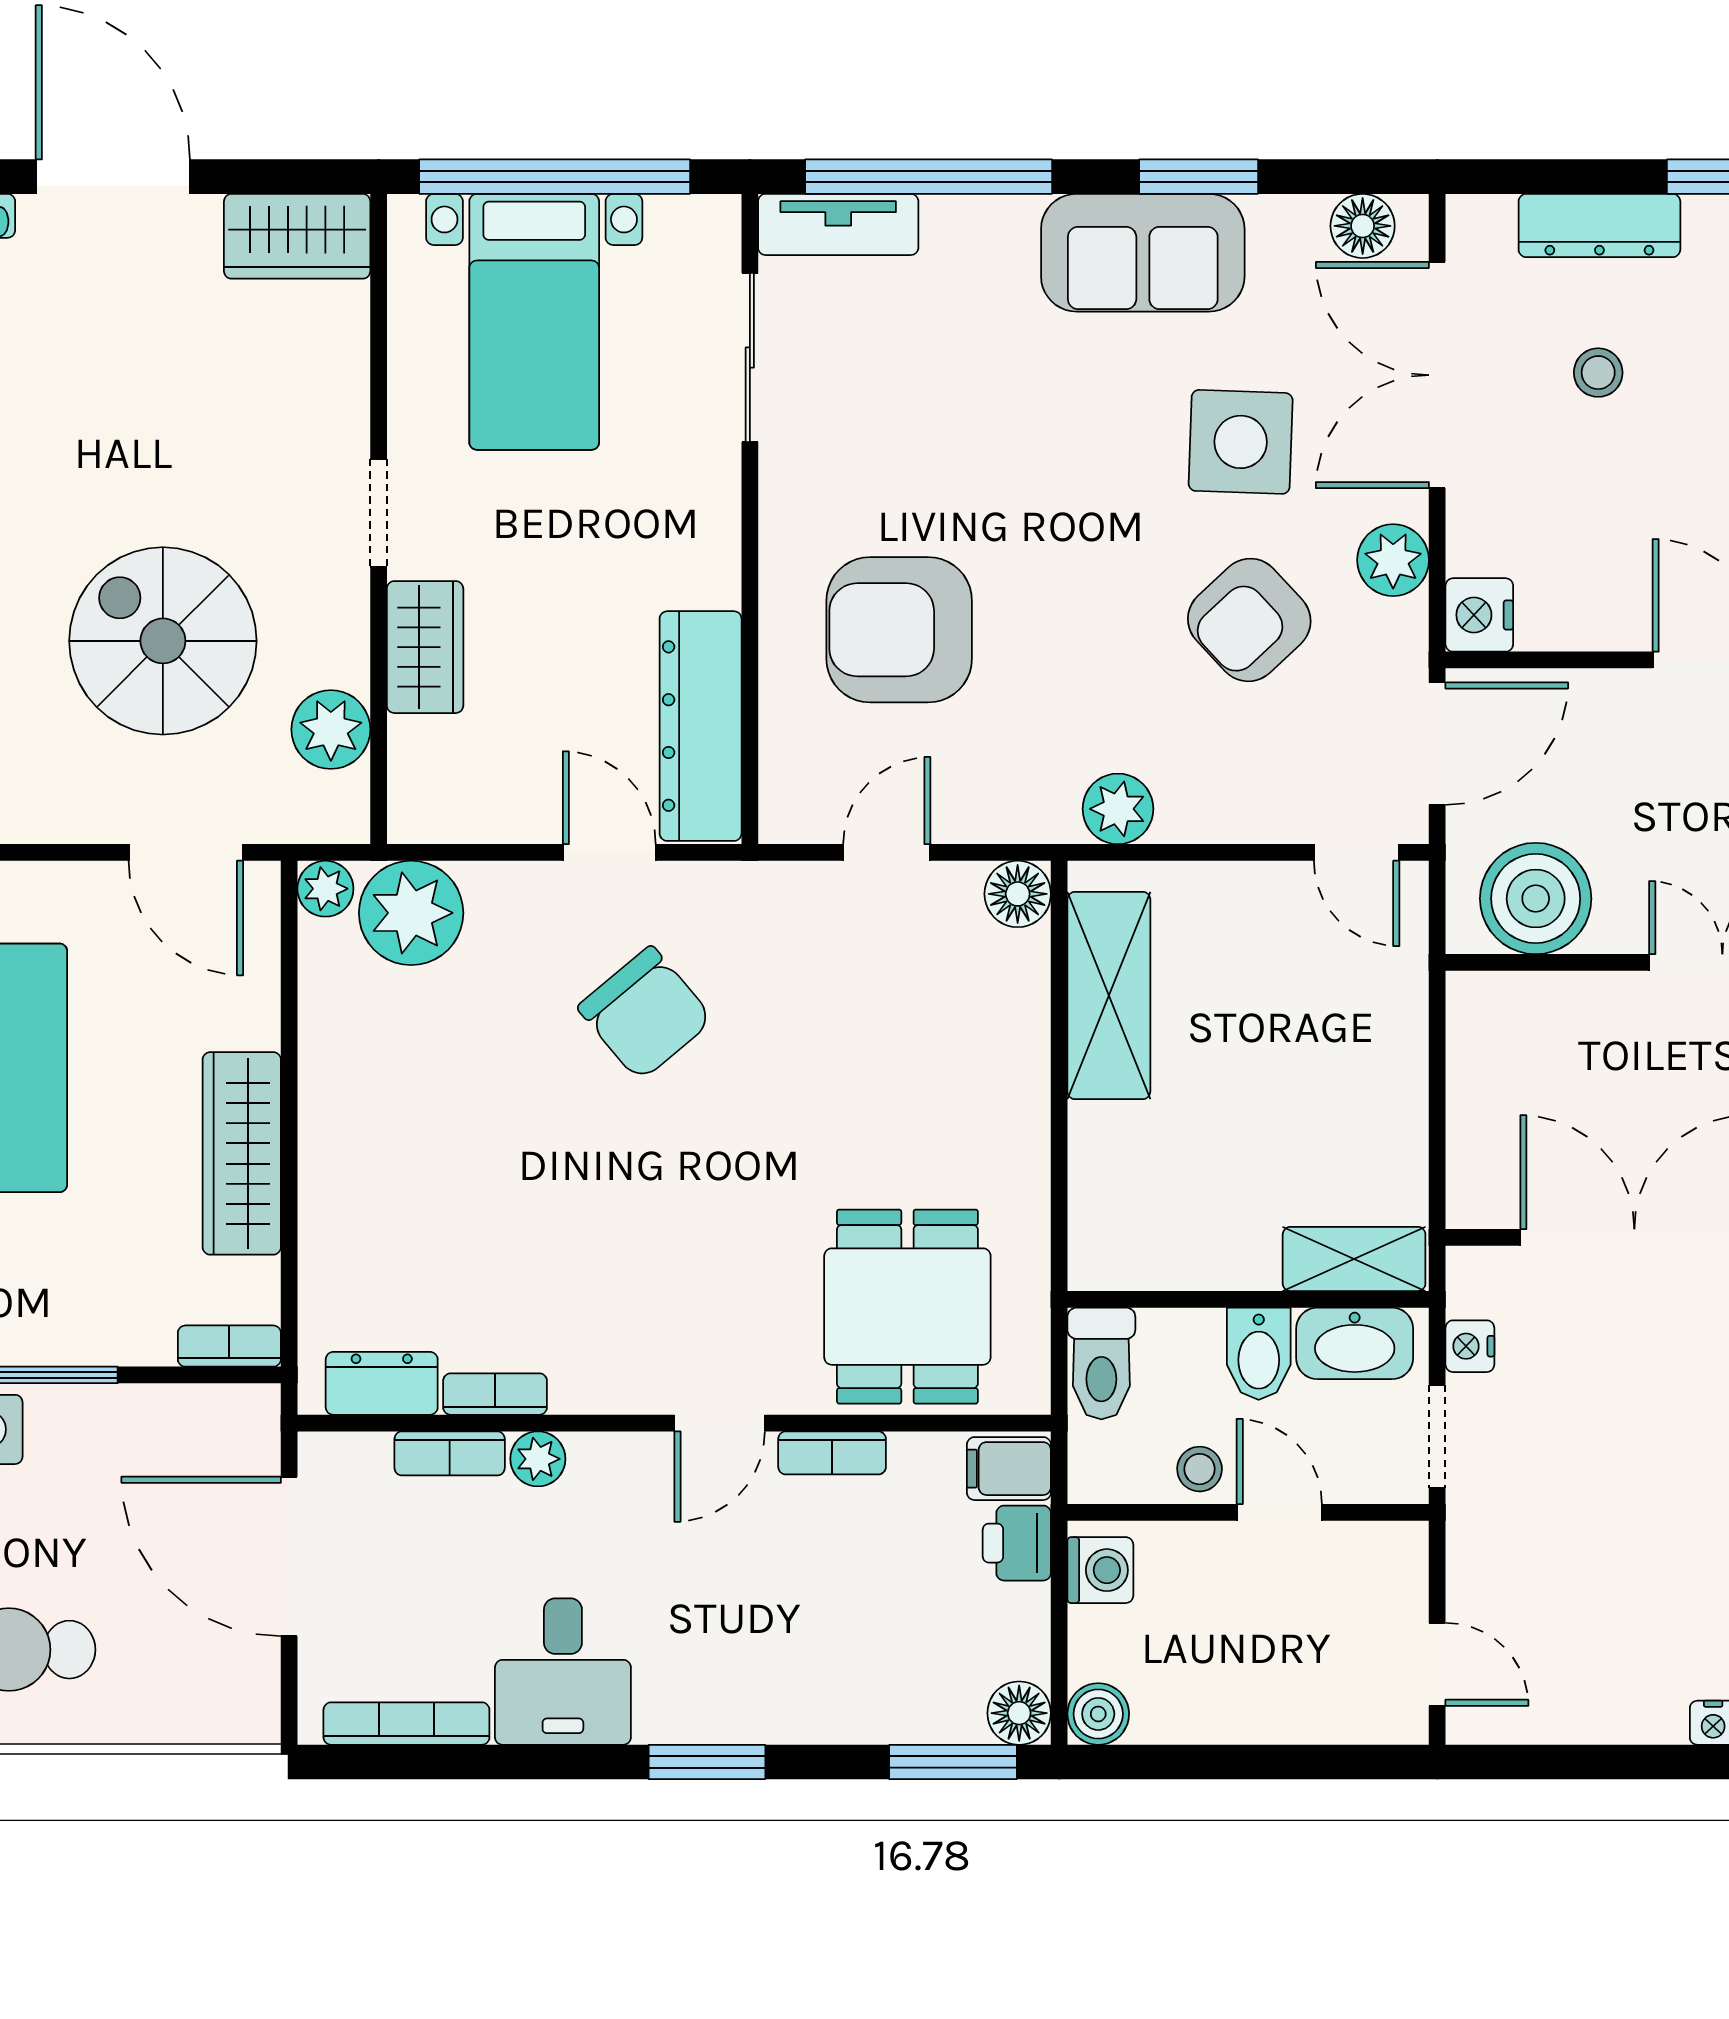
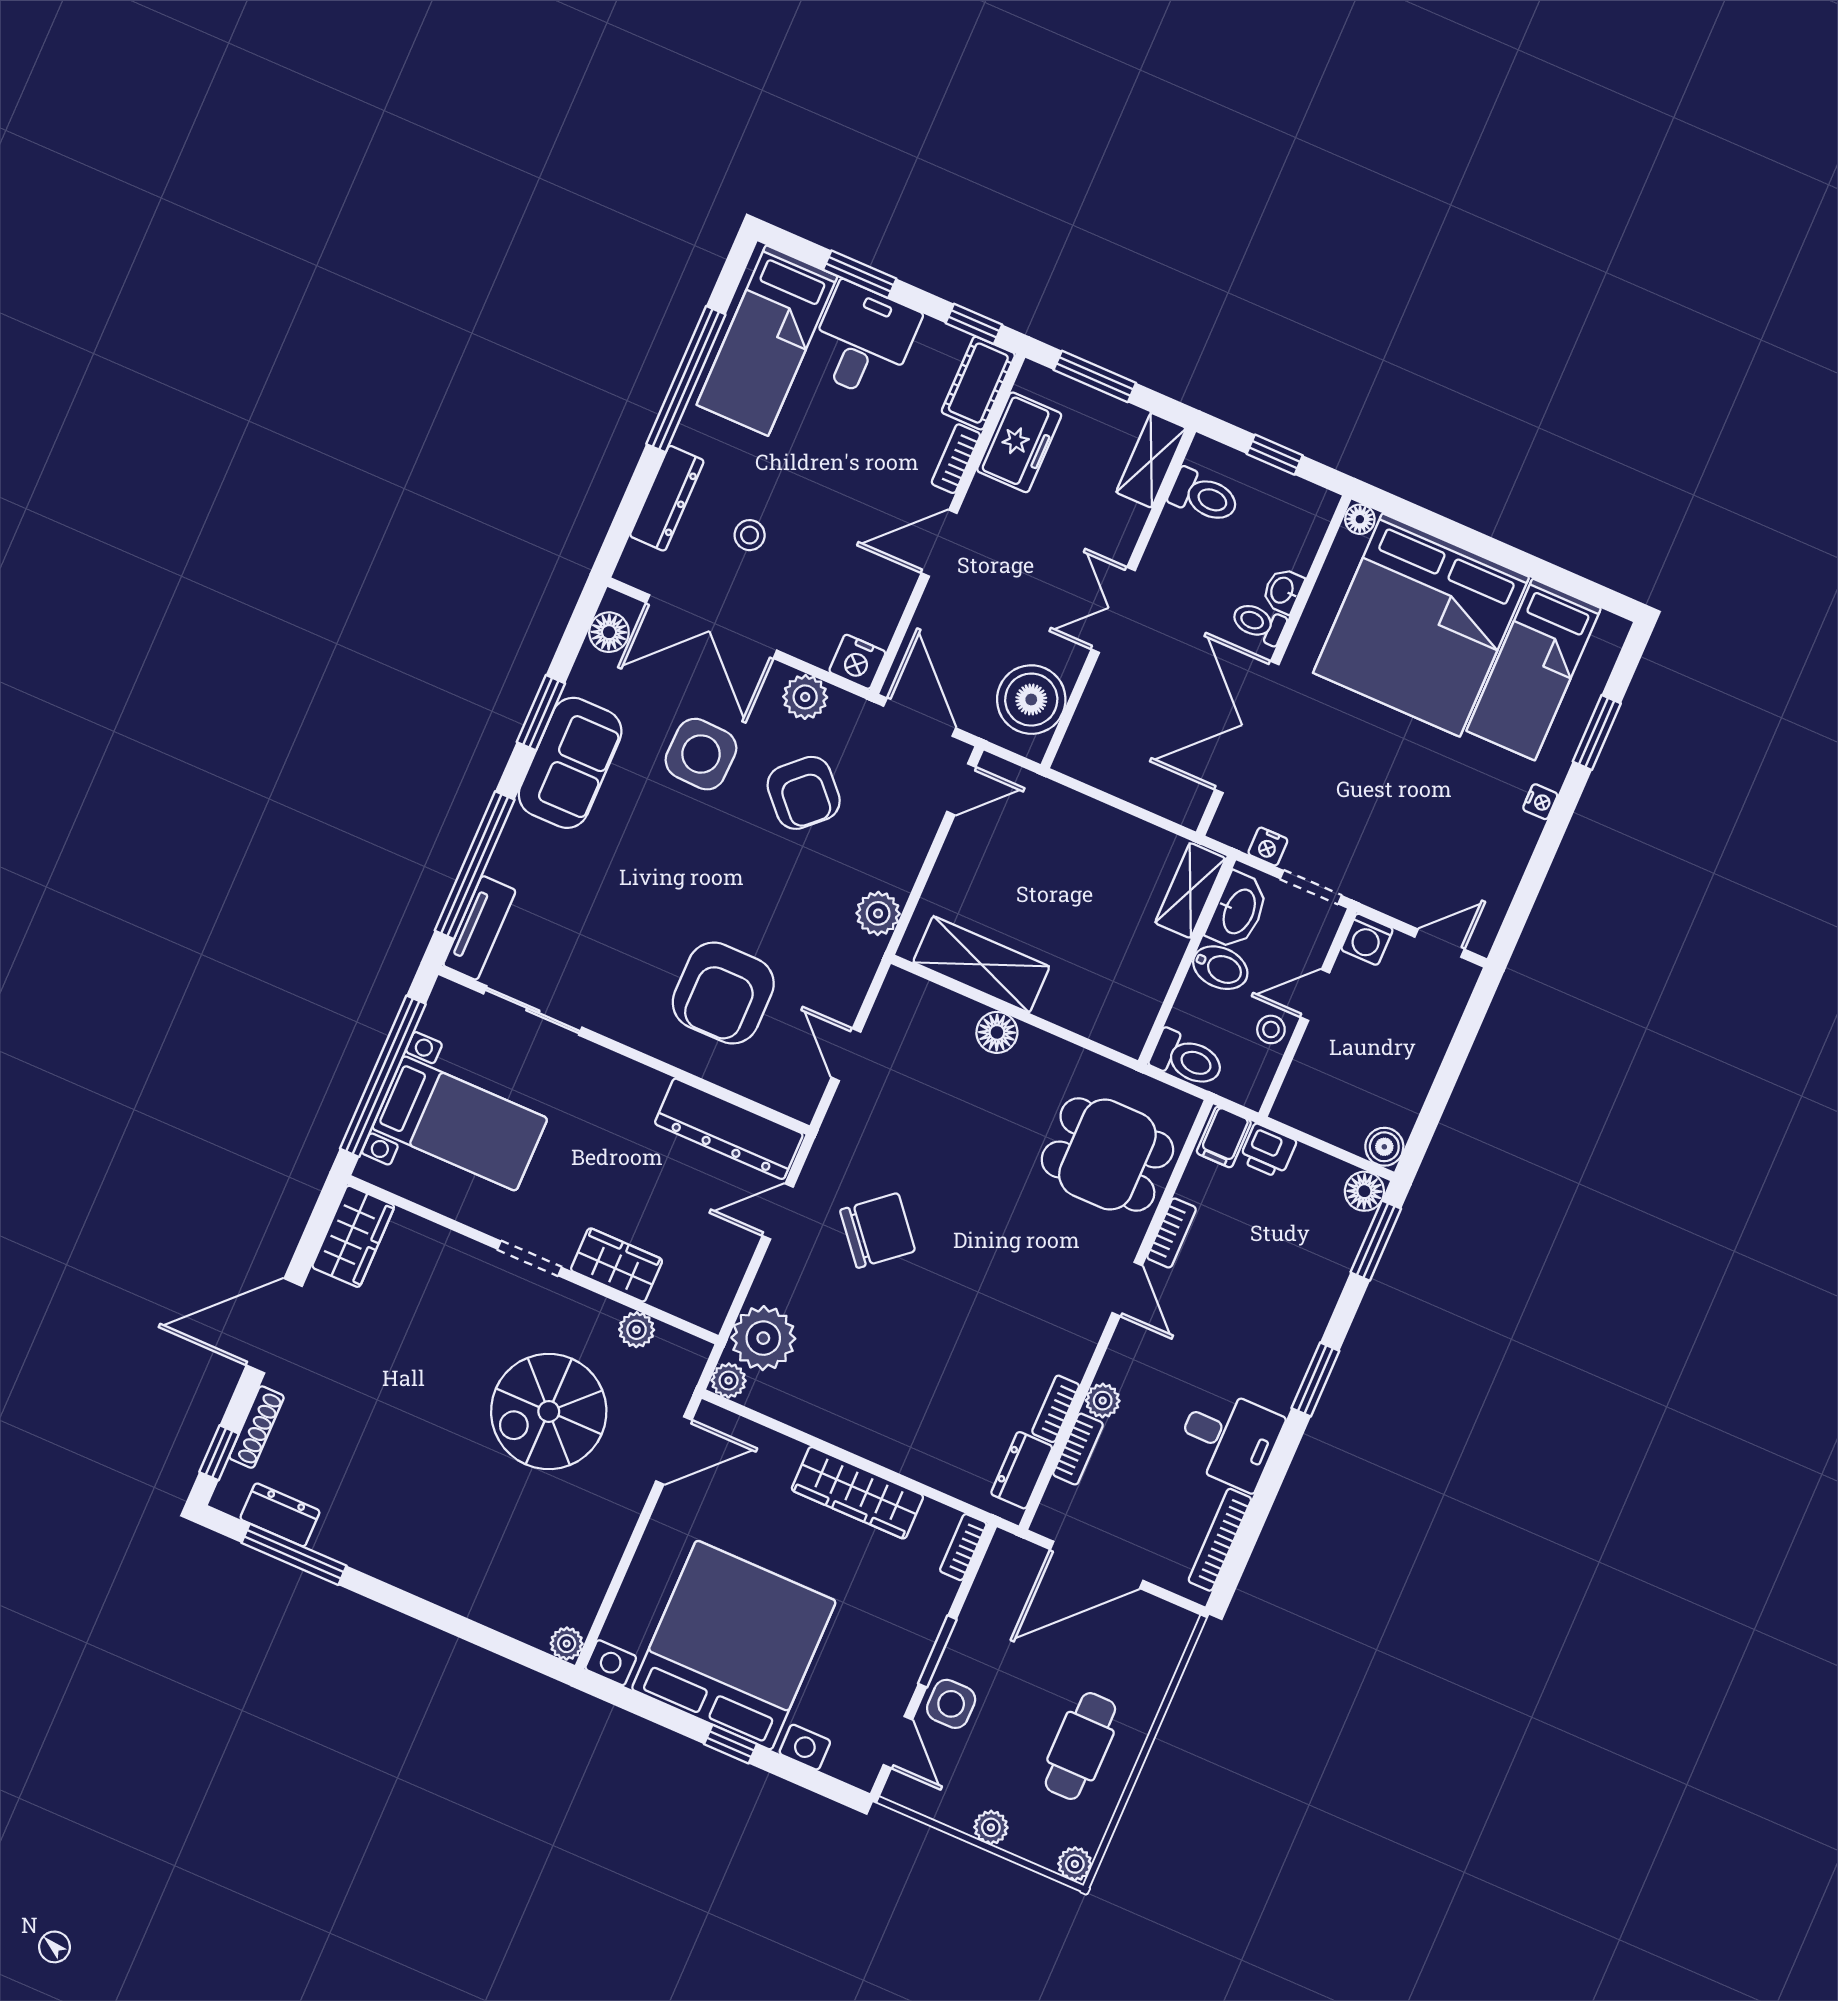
plant: (331, 730) -> (637, 1330), width x0.73, depth x0.73
floor lamp: (1018, 894) -> (997, 1032), moved
washing machine: (1100, 1570) -> (1367, 939), moved, turned 180

